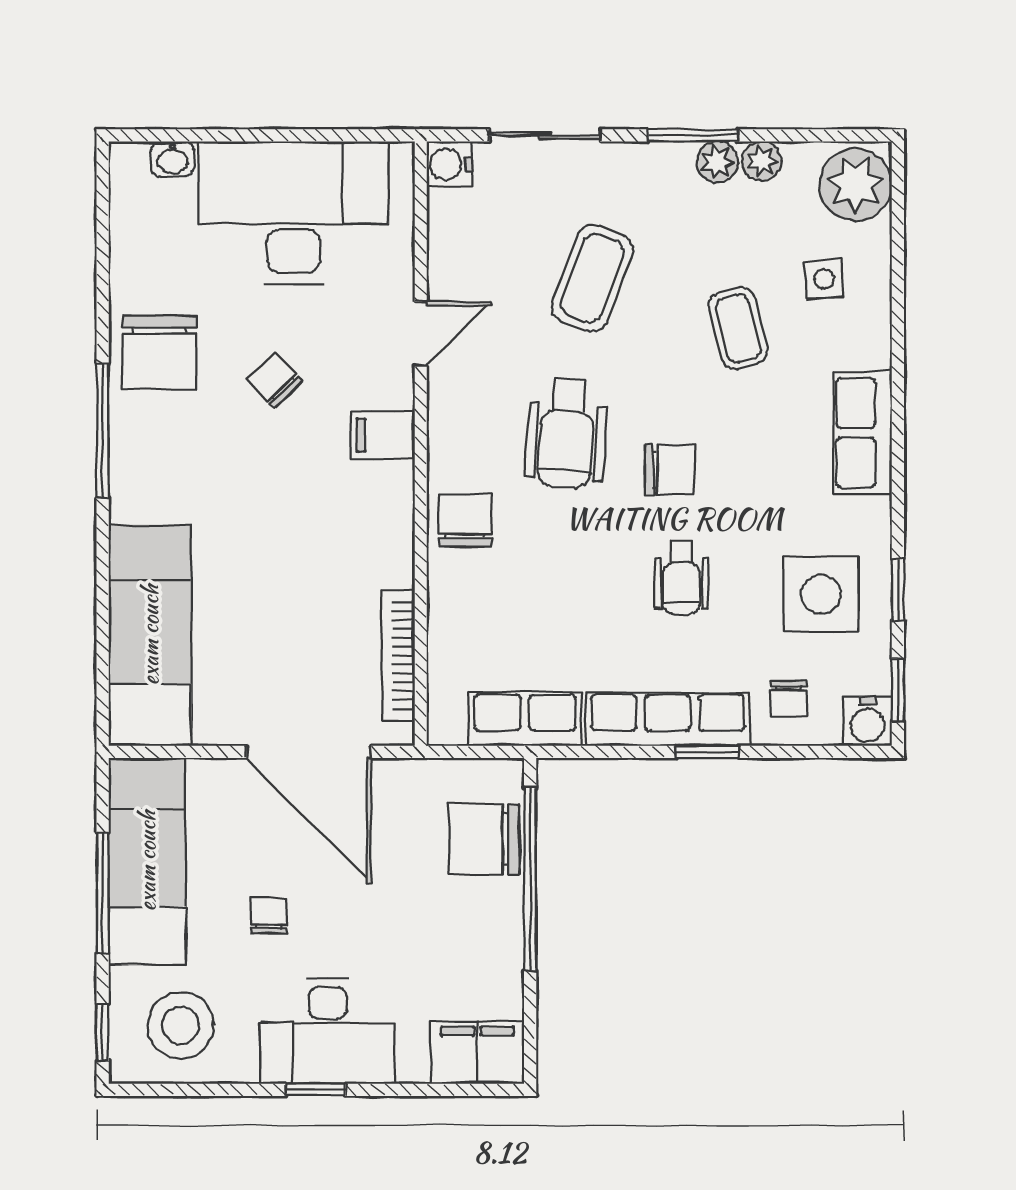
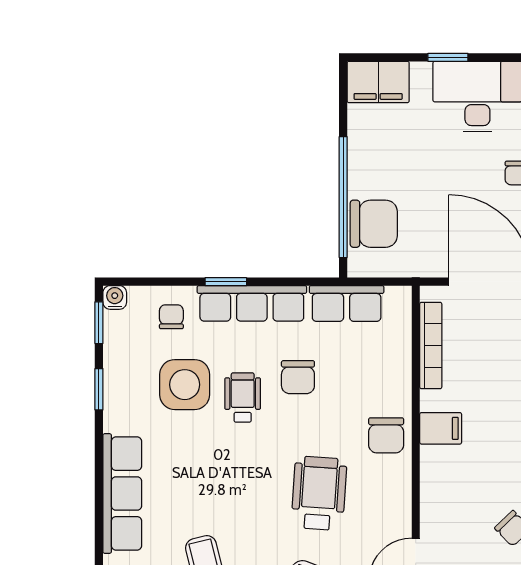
row of seats: (863, 433) -> (122, 494), width x1.48
filing cabinet: (383, 435) -> (441, 428), moved
chair: (670, 470) -> (298, 377), moved, turned -90
side table: (821, 594) -> (185, 385), moved
water cooler: (867, 721) -> (115, 297), width x0.72, depth x0.72
window: (316, 1090) -> (448, 57), moved

